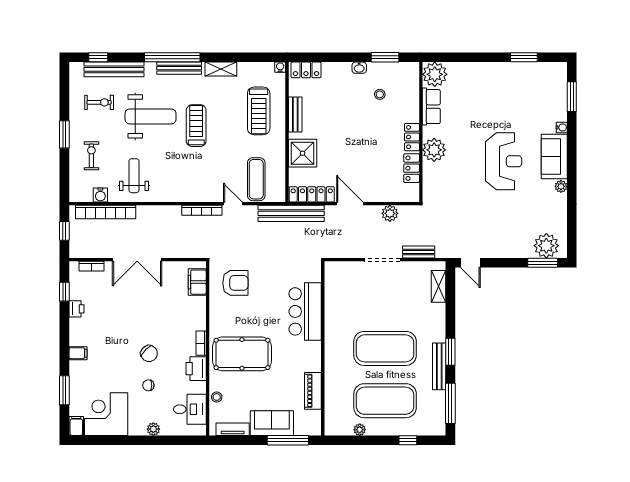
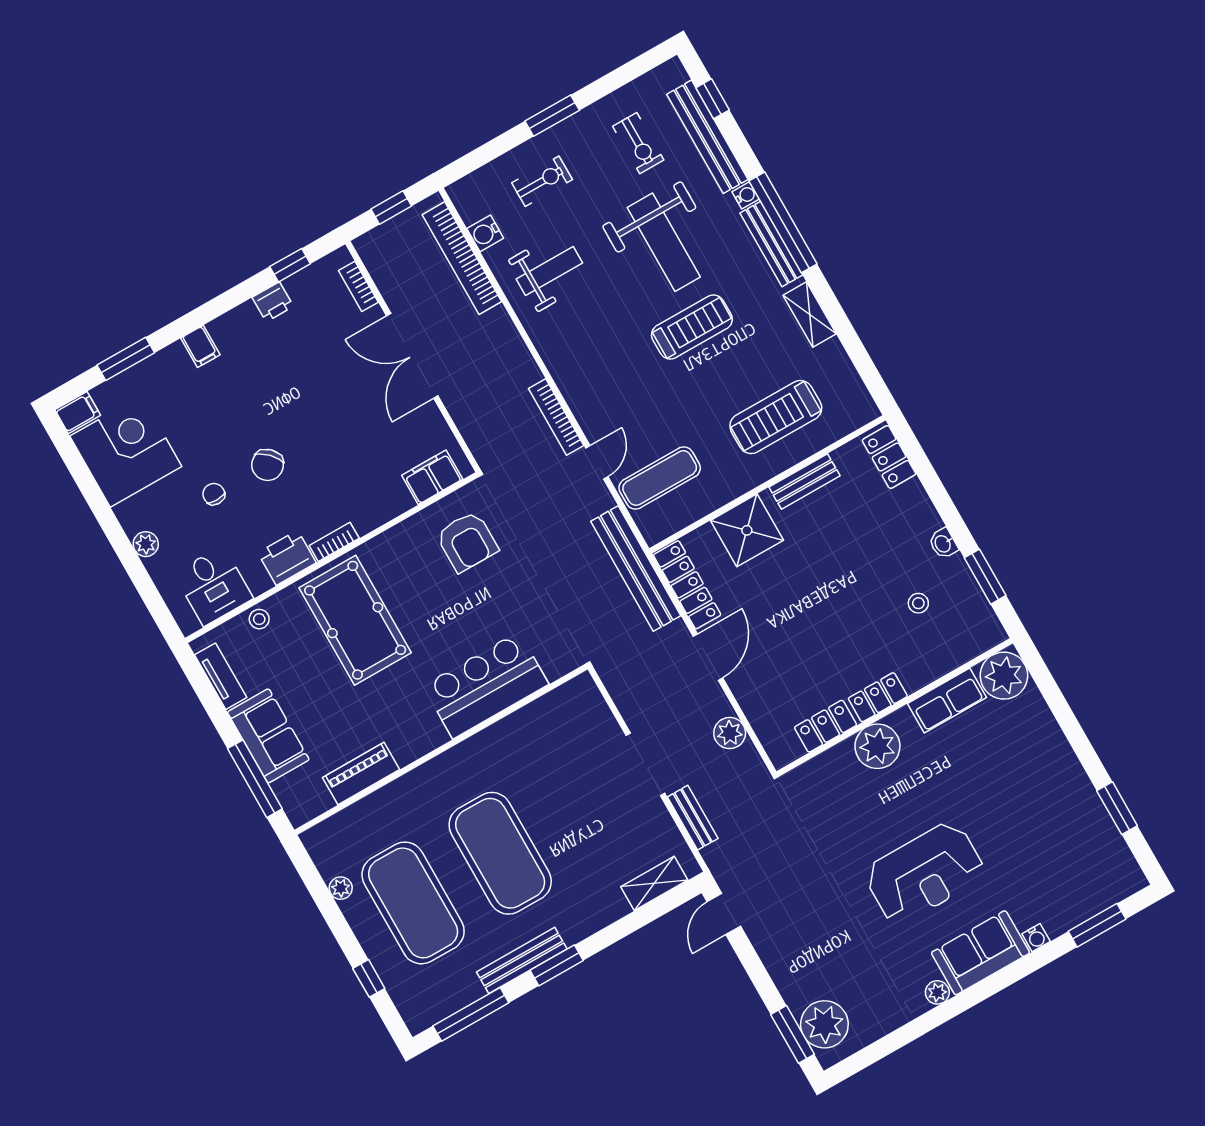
water cooler: (280, 67) -> (746, 195), moved

